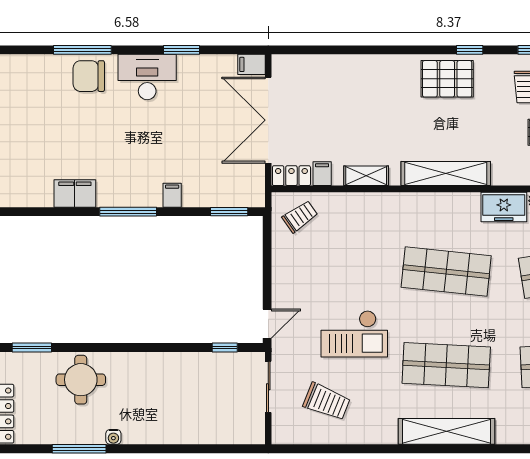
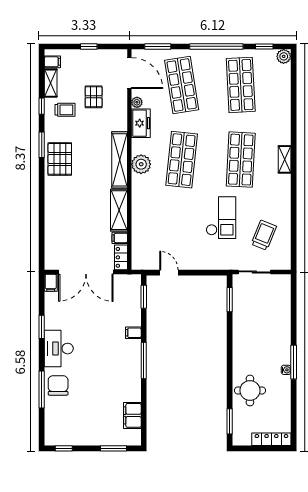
window: (470, 50) -> (42, 145), width x1.50
chair: (89, 76) -> (58, 385), turned 180
shelving: (366, 176) -> (119, 210), width x1.50, depth x1.33
filing cabinet: (75, 193) -> (132, 415), moved
plant: (439, 208) -> (141, 164), added
trolley: (300, 216) -> (147, 252), removed
door: (267, 324) -> (169, 273), moved
window: (225, 347) -> (230, 300), width x1.50
shelving: (446, 431) -> (285, 159), width x0.45, depth x0.75
window: (79, 449) -> (294, 362), moved

